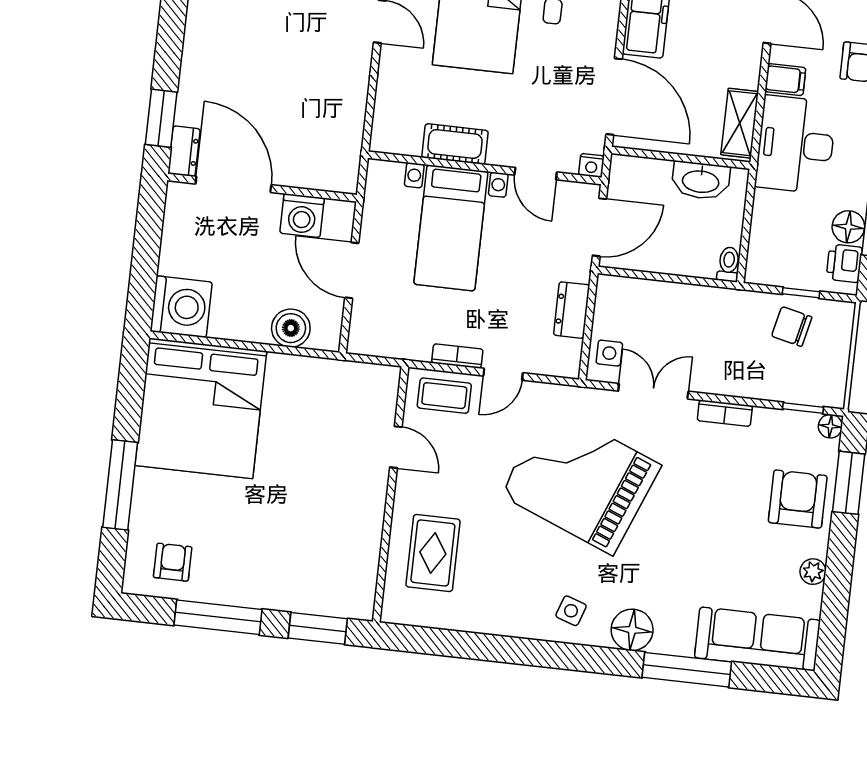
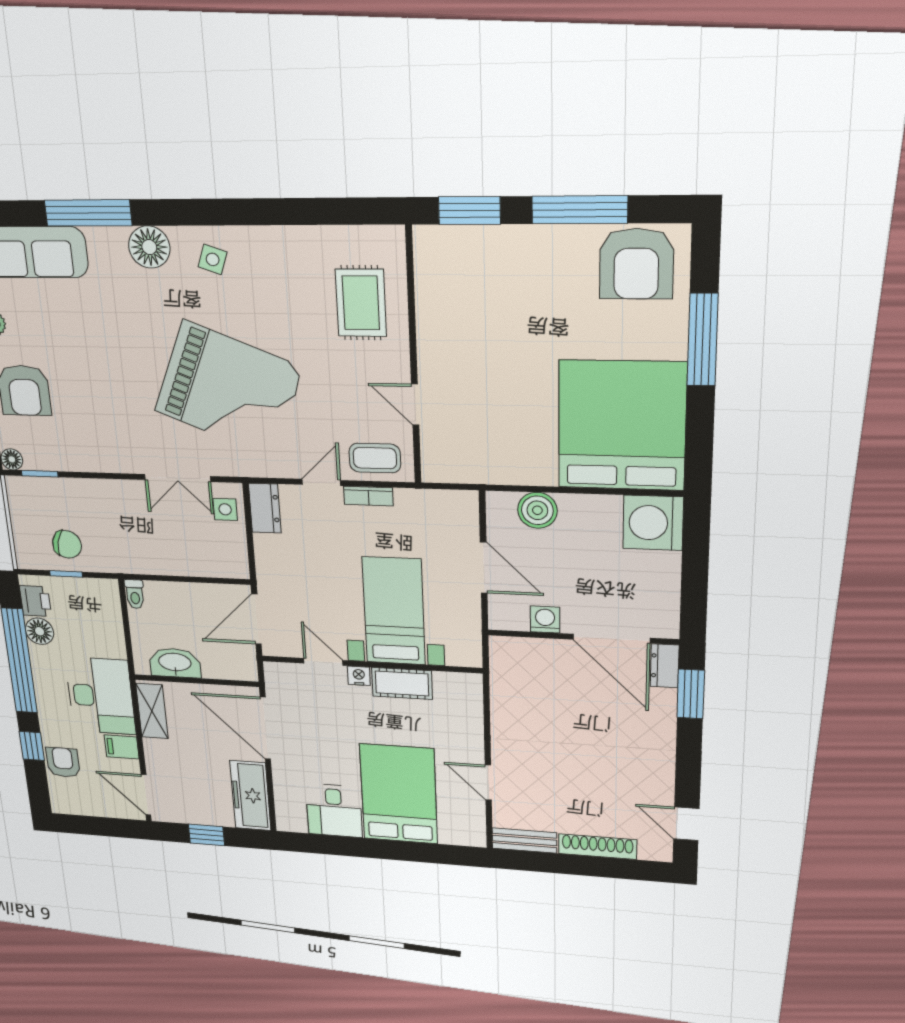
nightstand: (591, 165) -> (359, 676), moved
washing machine: (302, 216) -> (545, 619), width x0.73, depth x0.73
dresser: (572, 310) -> (265, 508), moved
bookcase: (725, 413) -> (108, 463), removed
armchair: (173, 562) -> (636, 264), width x1.88, depth x1.88

